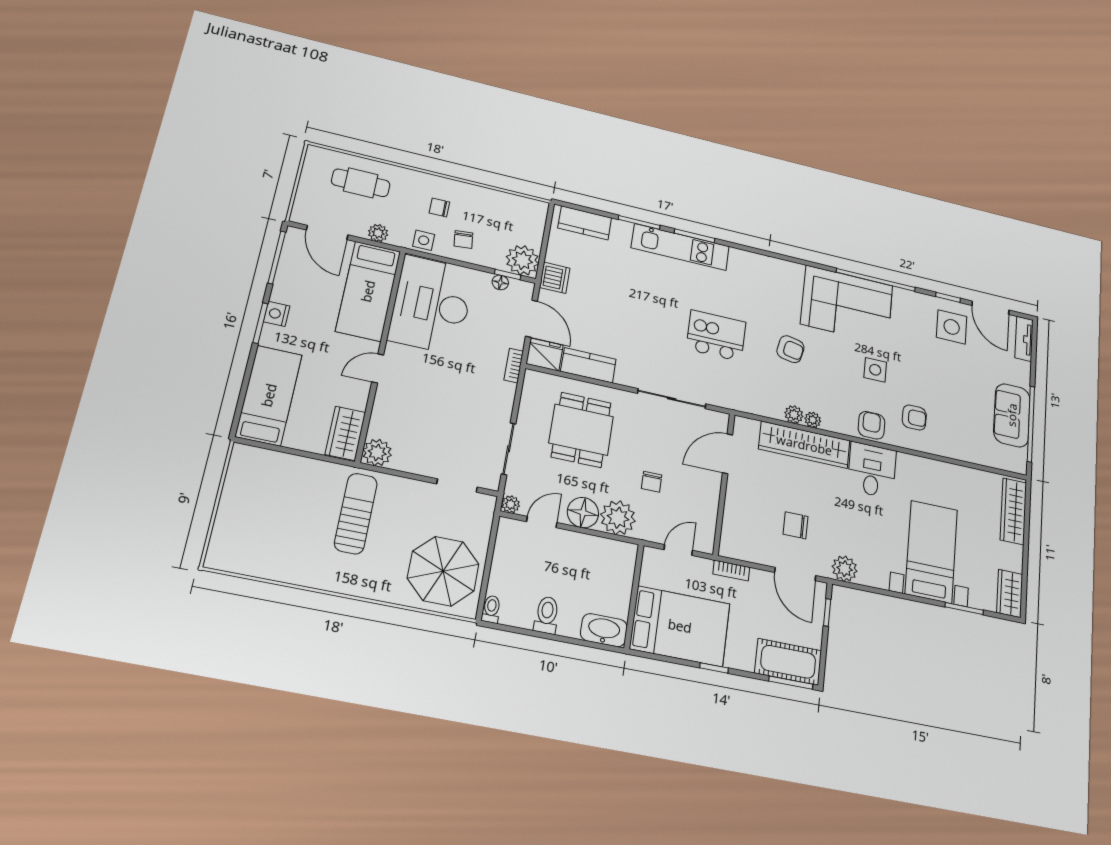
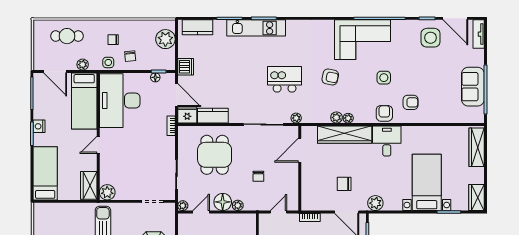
plant: (522, 260) -> (165, 39), moved
plant: (728, 401) -> (296, 118), added
plant: (618, 518) -> (238, 205), width x0.53, depth x0.53

